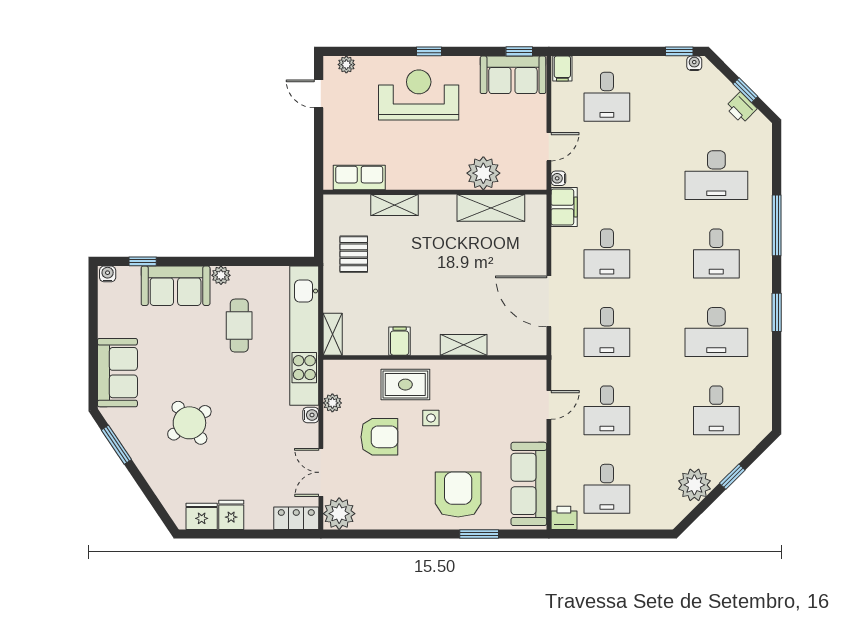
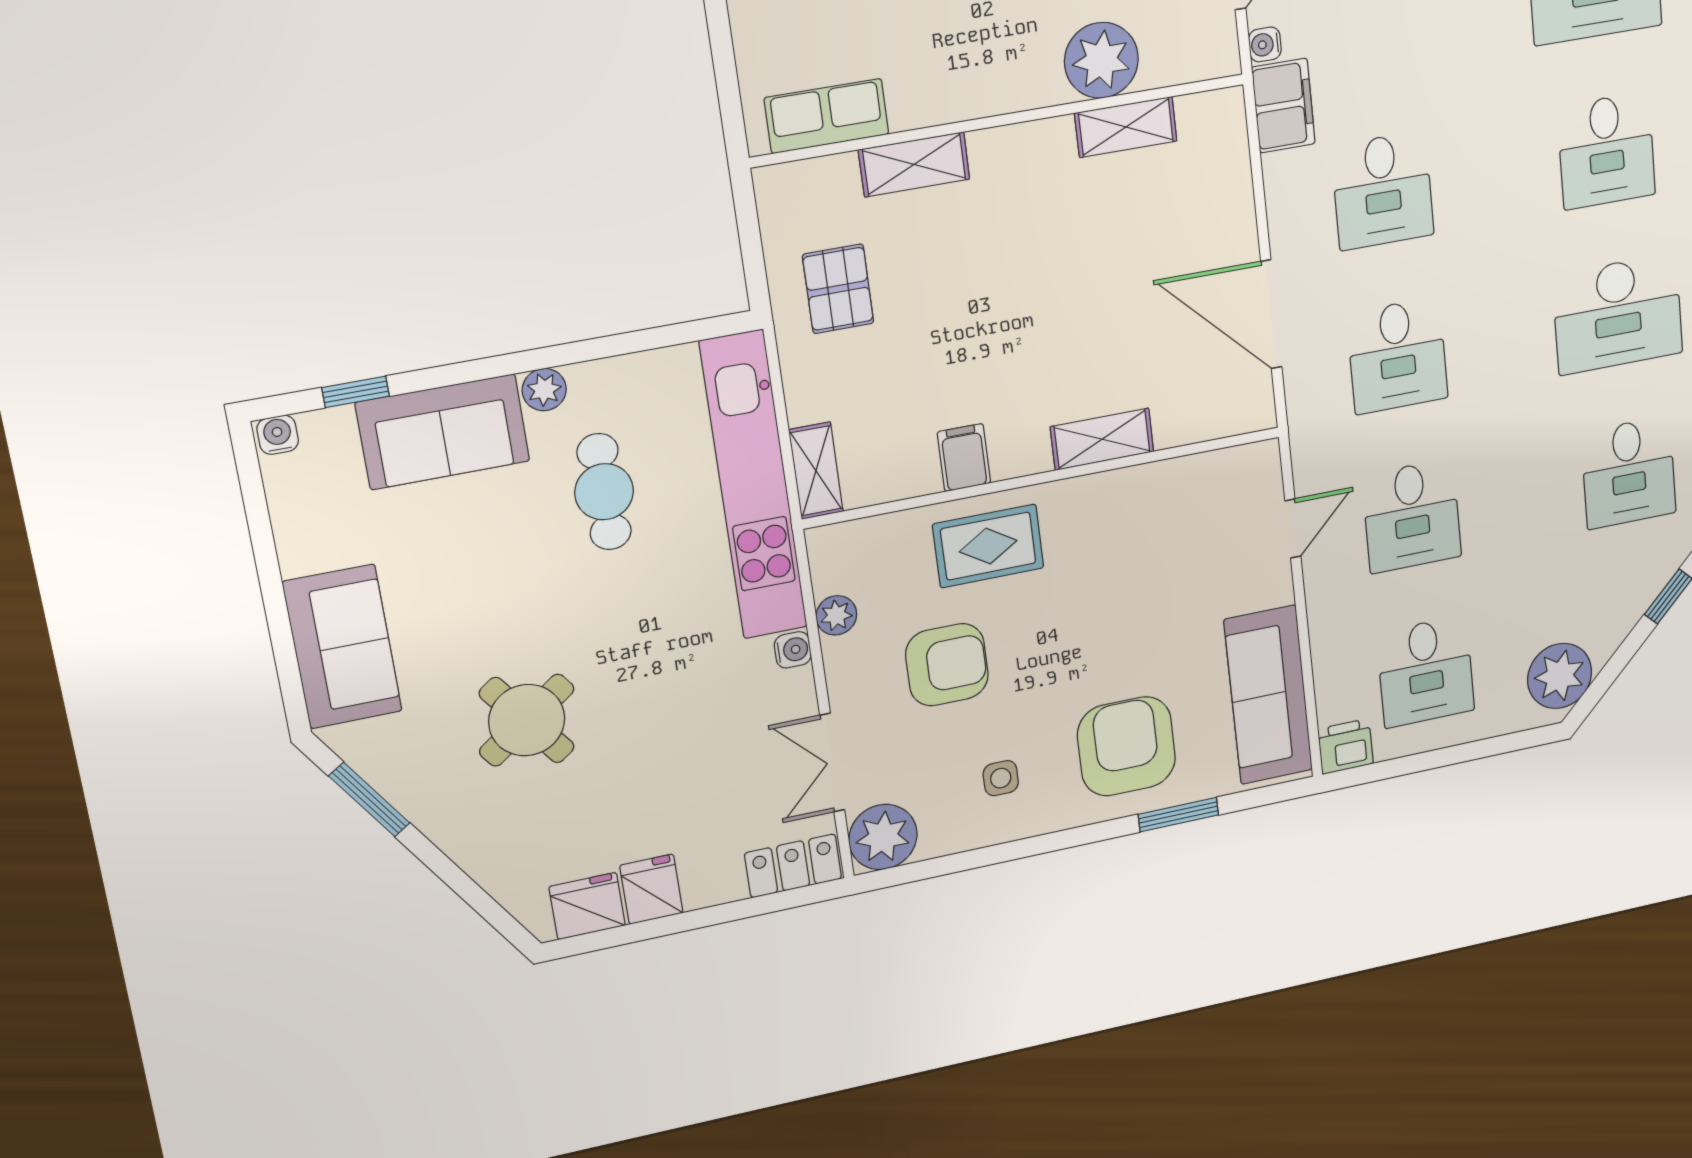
shelving: (491, 208) -> (1126, 127), width x0.67, depth x0.75
side table: (431, 418) -> (1001, 778), moved
plant: (694, 485) -> (1560, 676), moved

